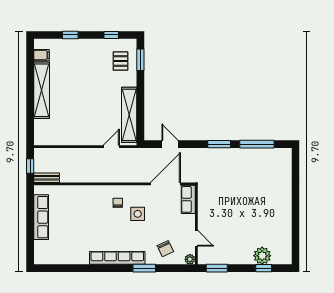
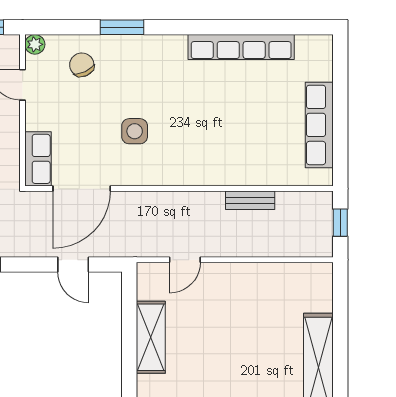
shelving: (129, 115) -> (151, 337), width x0.68
bench: (47, 178) -> (250, 200), moved
chair: (118, 203) -> (173, 153), removed
row of seats: (117, 258) -> (241, 47), moved

